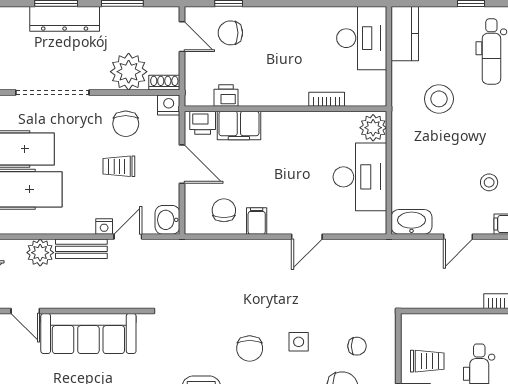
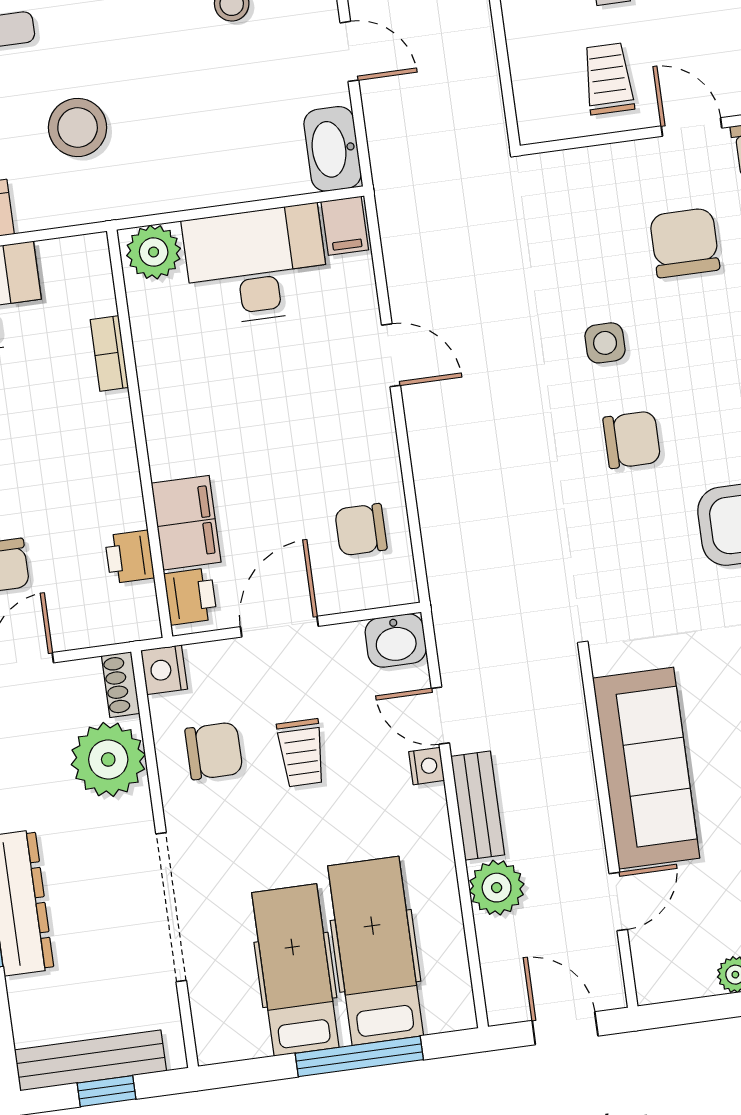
filing cabinet: (257, 221) -> (345, 226), moved, turned -90
chair: (357, 346) -> (598, 224), removed

